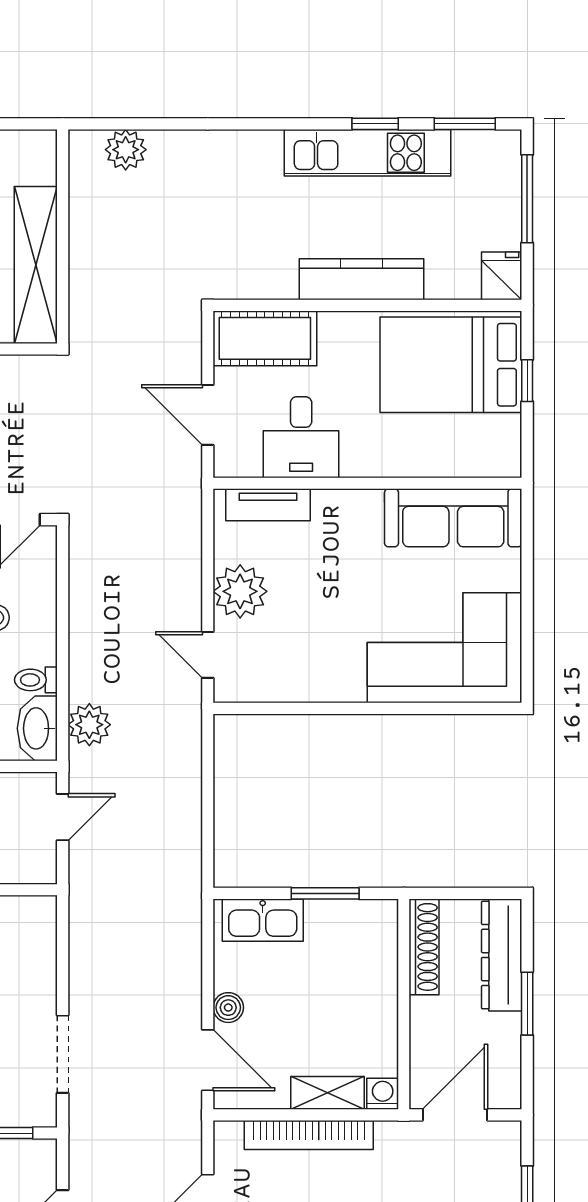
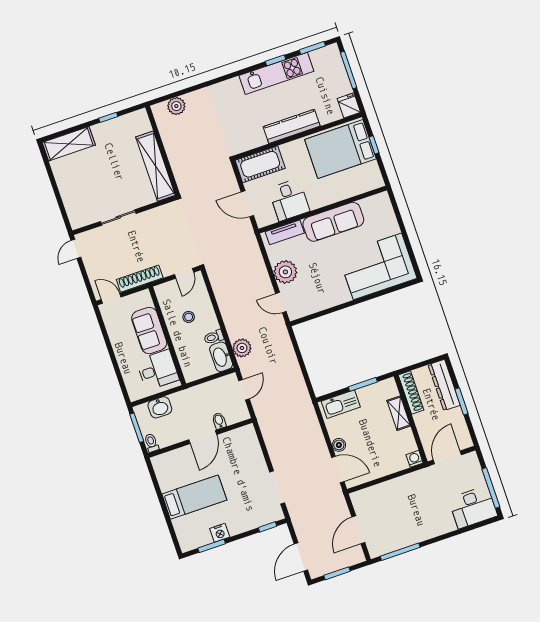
sofa: (453, 518) -> (333, 222), moved
shelving: (327, 1093) -> (399, 413), moved, turned 90
bookcase: (309, 1135) -> (390, 486), removed

